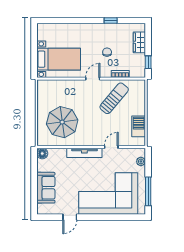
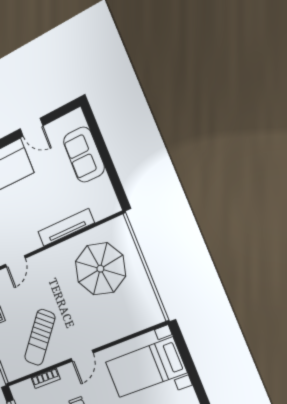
floor lamp: (42, 153) -> (111, 206), removed
tv unit: (84, 153) -> (66, 227), moved
door: (70, 217) -> (31, 127), swing flipped

